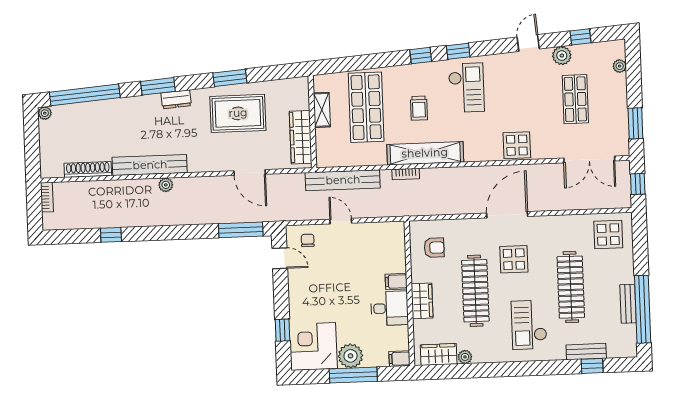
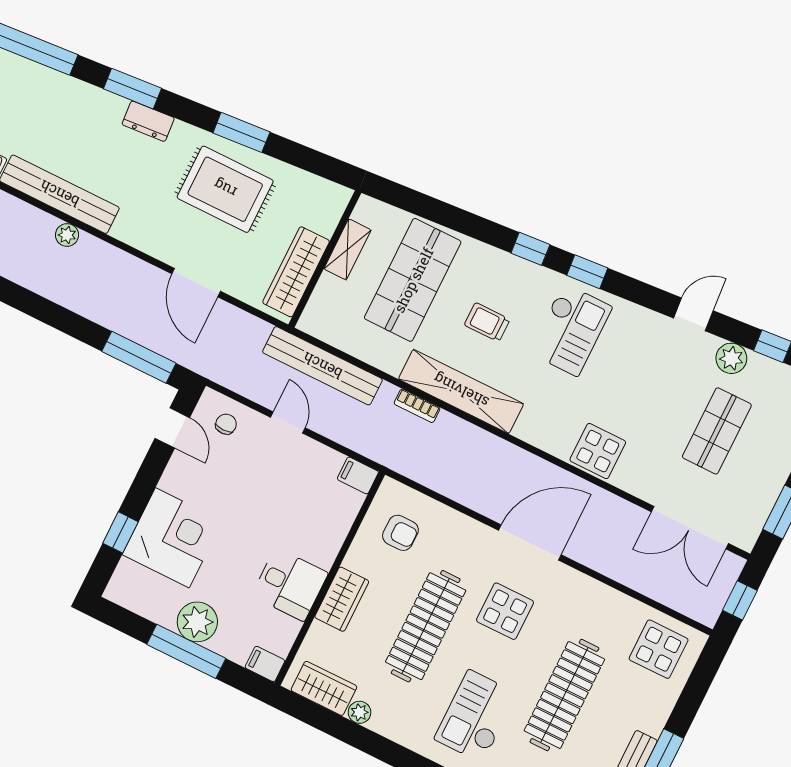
trolley: (419, 108) -> (487, 322), turned 90
filing cabinet: (396, 282) -> (358, 475), moved
corner desk: (313, 346) -> (172, 538), moved, turned 90

